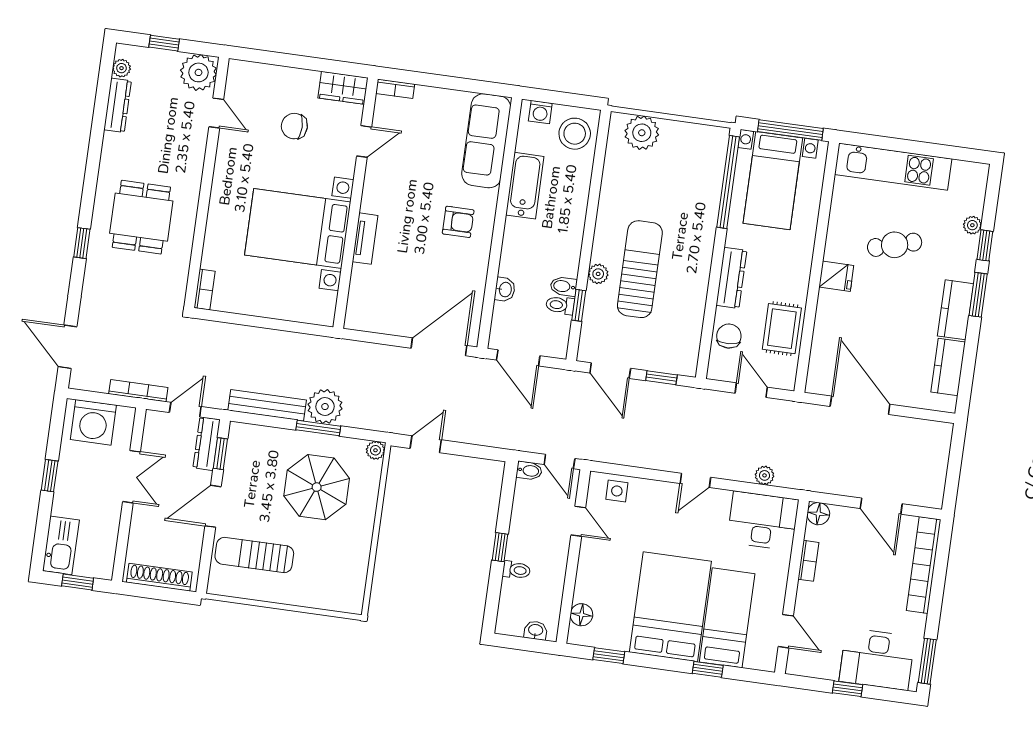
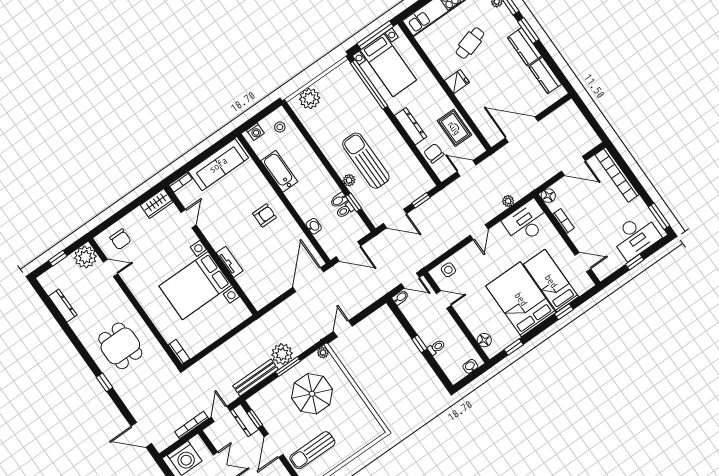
plant: (121, 68) -> (49, 287), removed
chair: (294, 126) -> (120, 239), moved, turned -90
stool: (575, 134) -> (280, 127), width x0.53, depth x0.53
sofa: (486, 141) -> (218, 165), moved, turned -90

